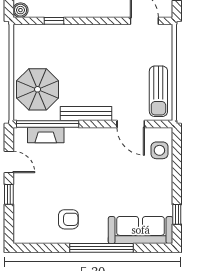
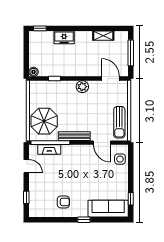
plant: (99, 34) -> (82, 87), added
window: (9, 194) -> (26, 197), moved
window: (101, 248) -> (84, 220), width x0.32

